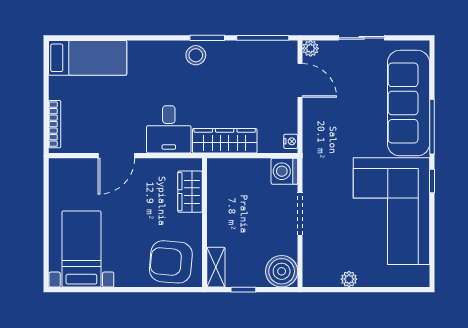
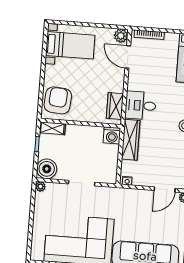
door: (116, 156) -> (128, 57), moved
plant: (60, 169) -> (121, 36), added
washing machine: (284, 171) -> (112, 135), moved, turned 180
wardrobe: (190, 192) -> (115, 106), moved, turned -90
plant: (349, 279) -> (40, 186), moved

